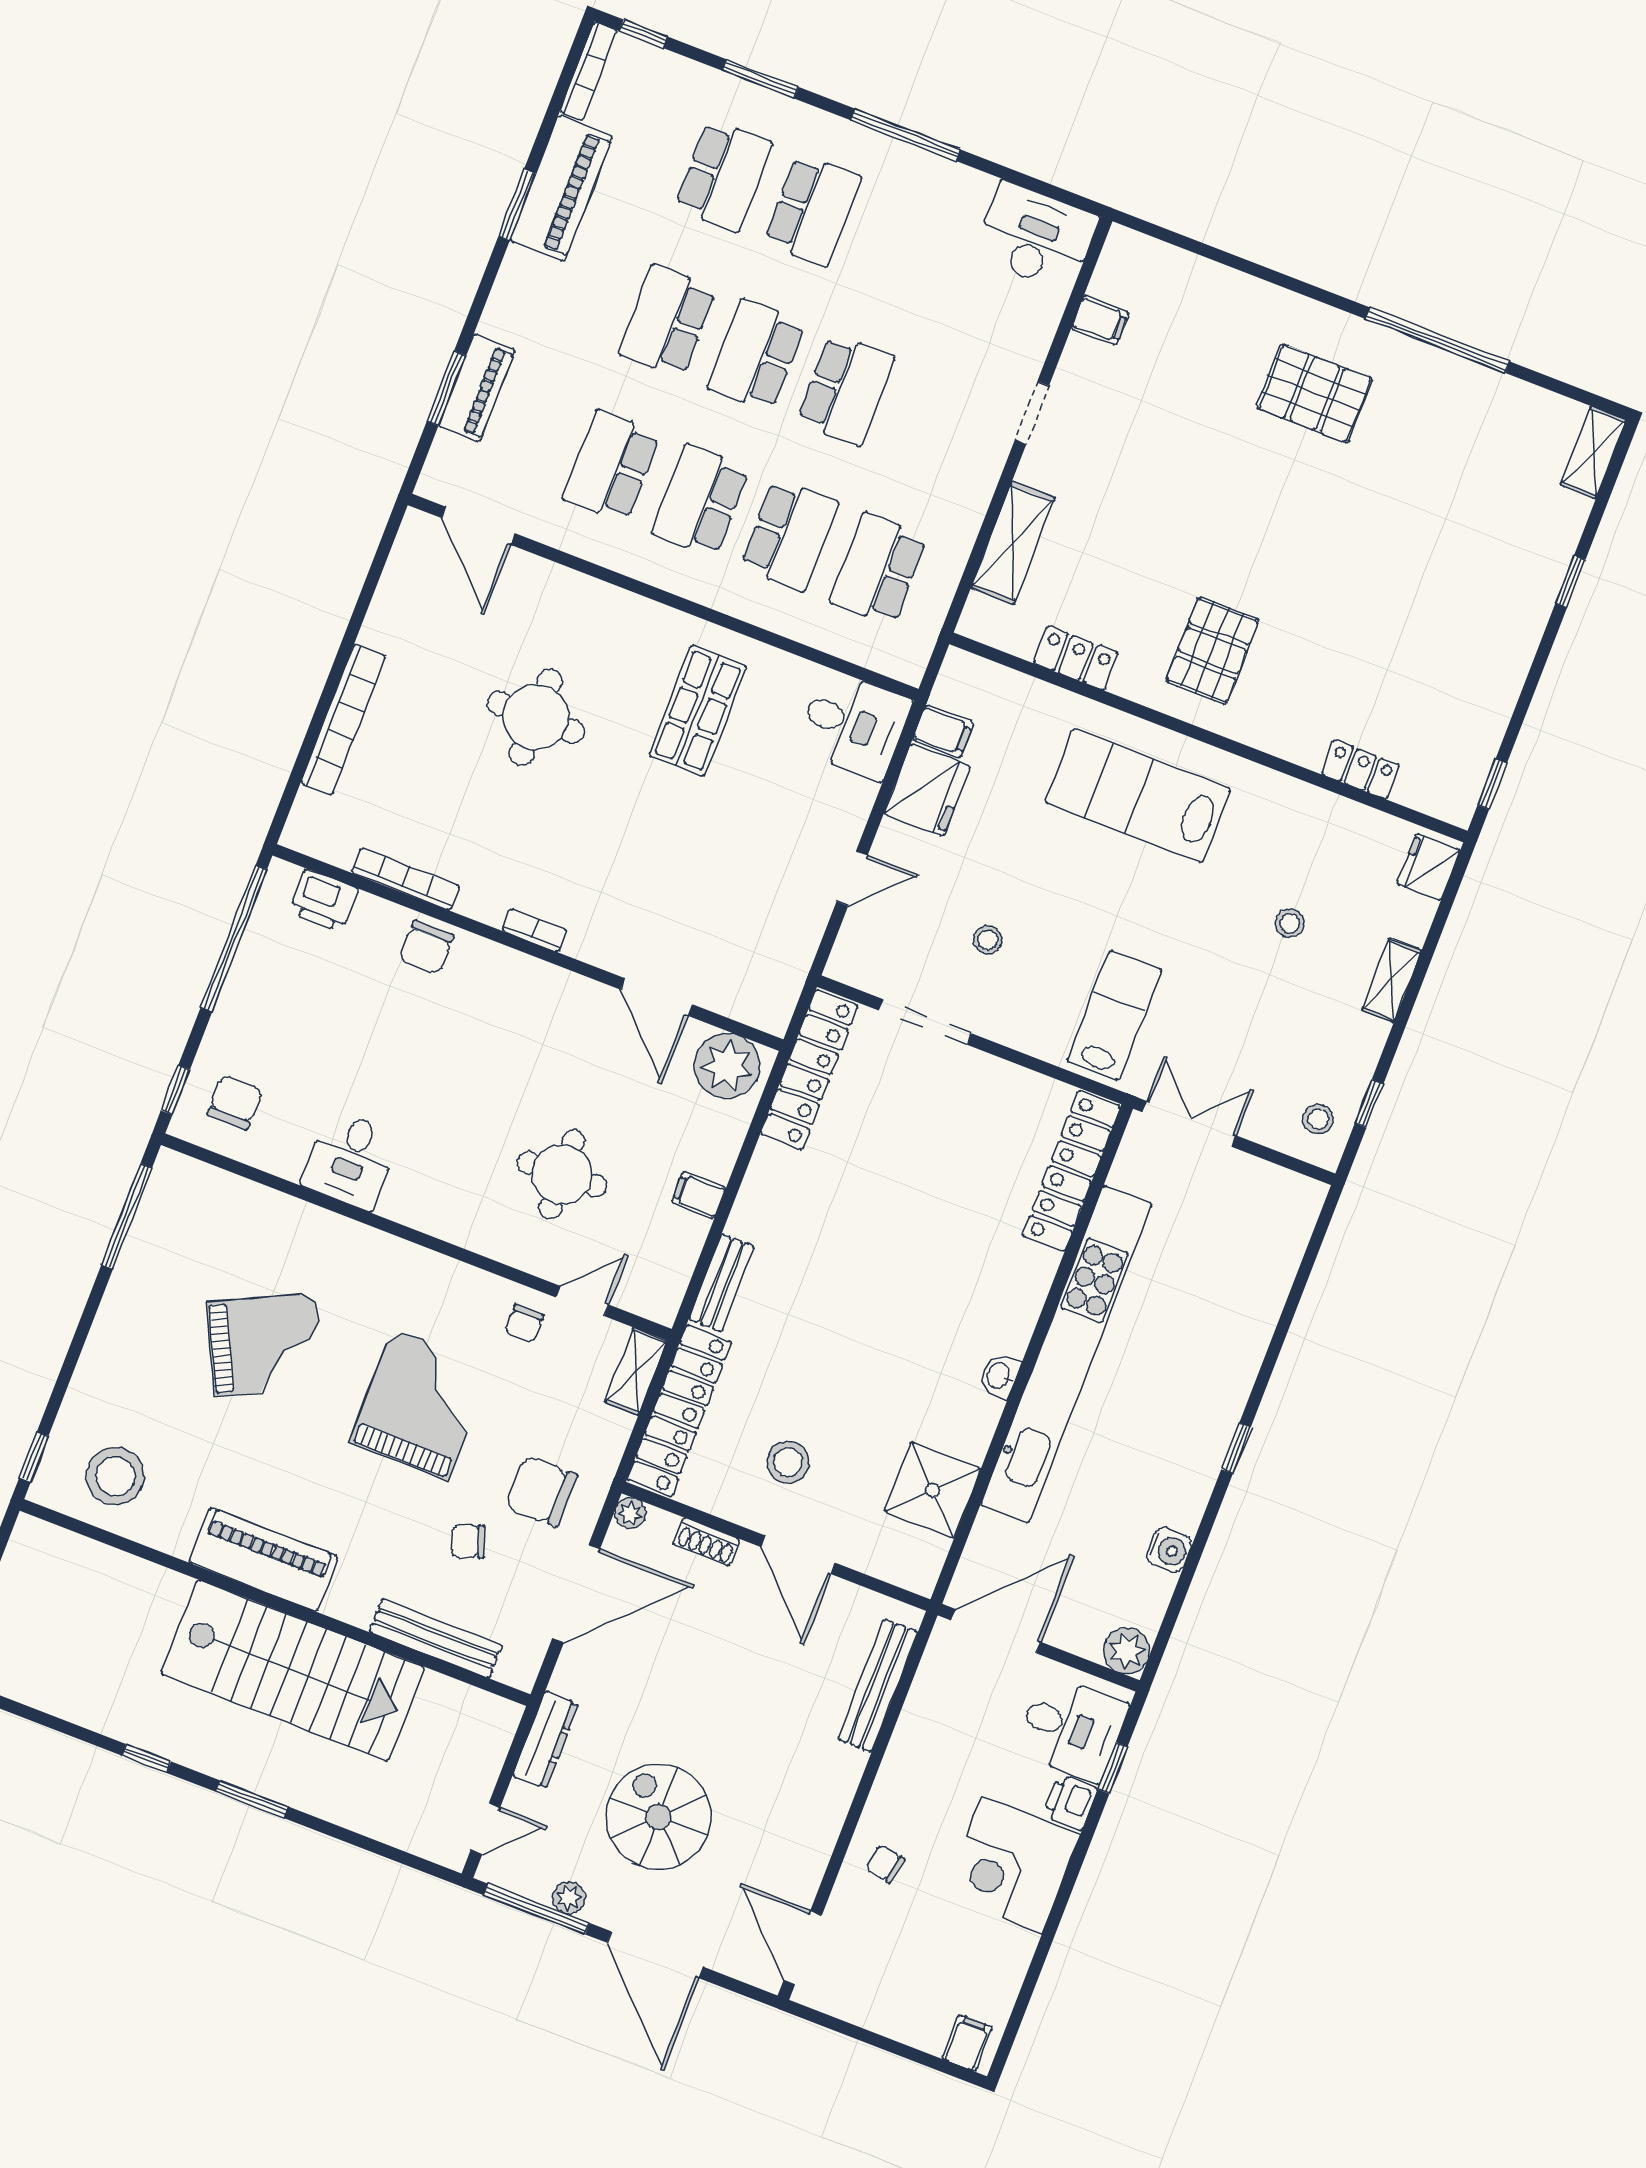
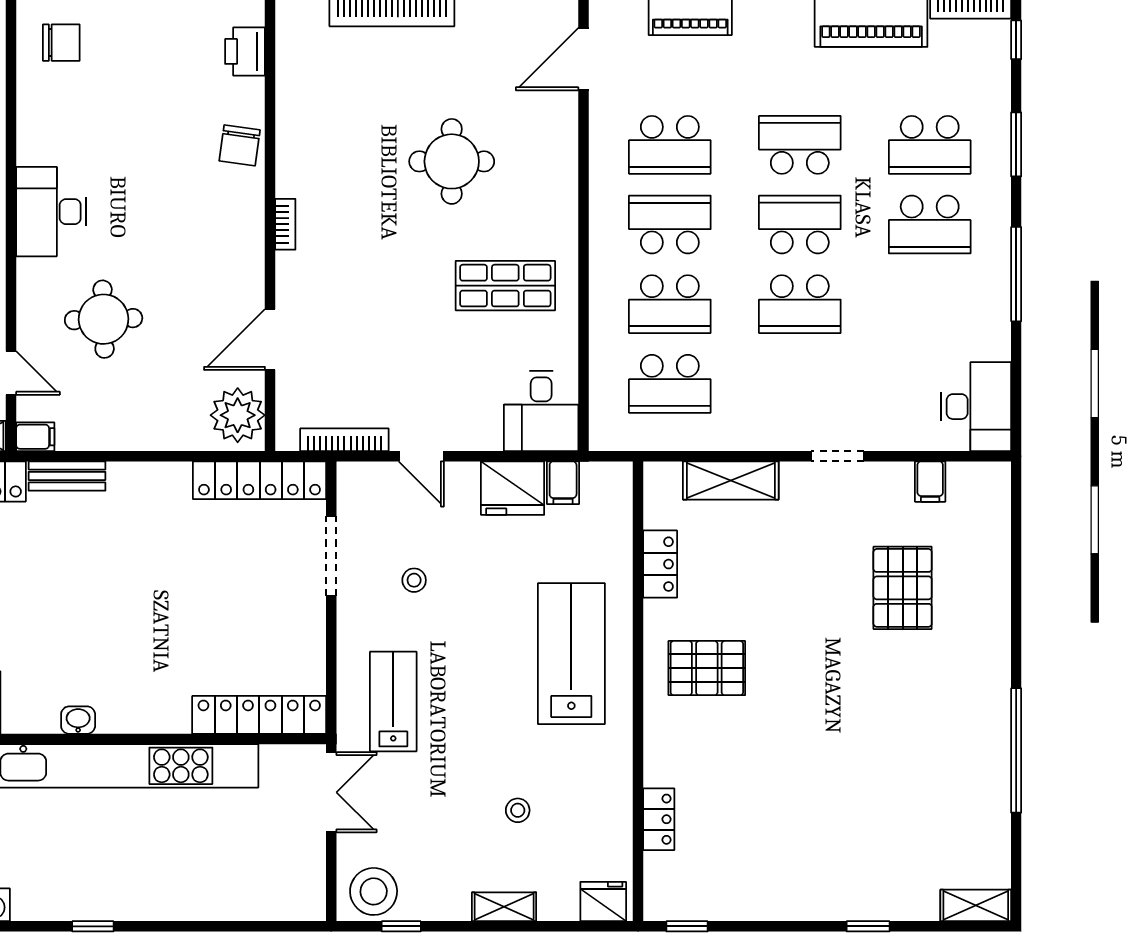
pallet: (1315, 393) -> (903, 588), moved
school desk: (611, 466) -> (670, 145), turned 180
school desk: (878, 569) -> (670, 384), turned 180
bookcase: (405, 879) -> (344, 440), moved, turned -90
chair: (426, 947) -> (240, 145), turned -82
lab bench: (1114, 1015) -> (393, 702), turned -90
stool: (1318, 1119) -> (374, 891), width x1.89, depth x1.89
desk: (350, 1160) -> (51, 212), moved, width x1.37
filing cabinet: (699, 1195) -> (35, 437), moved, turned 90

